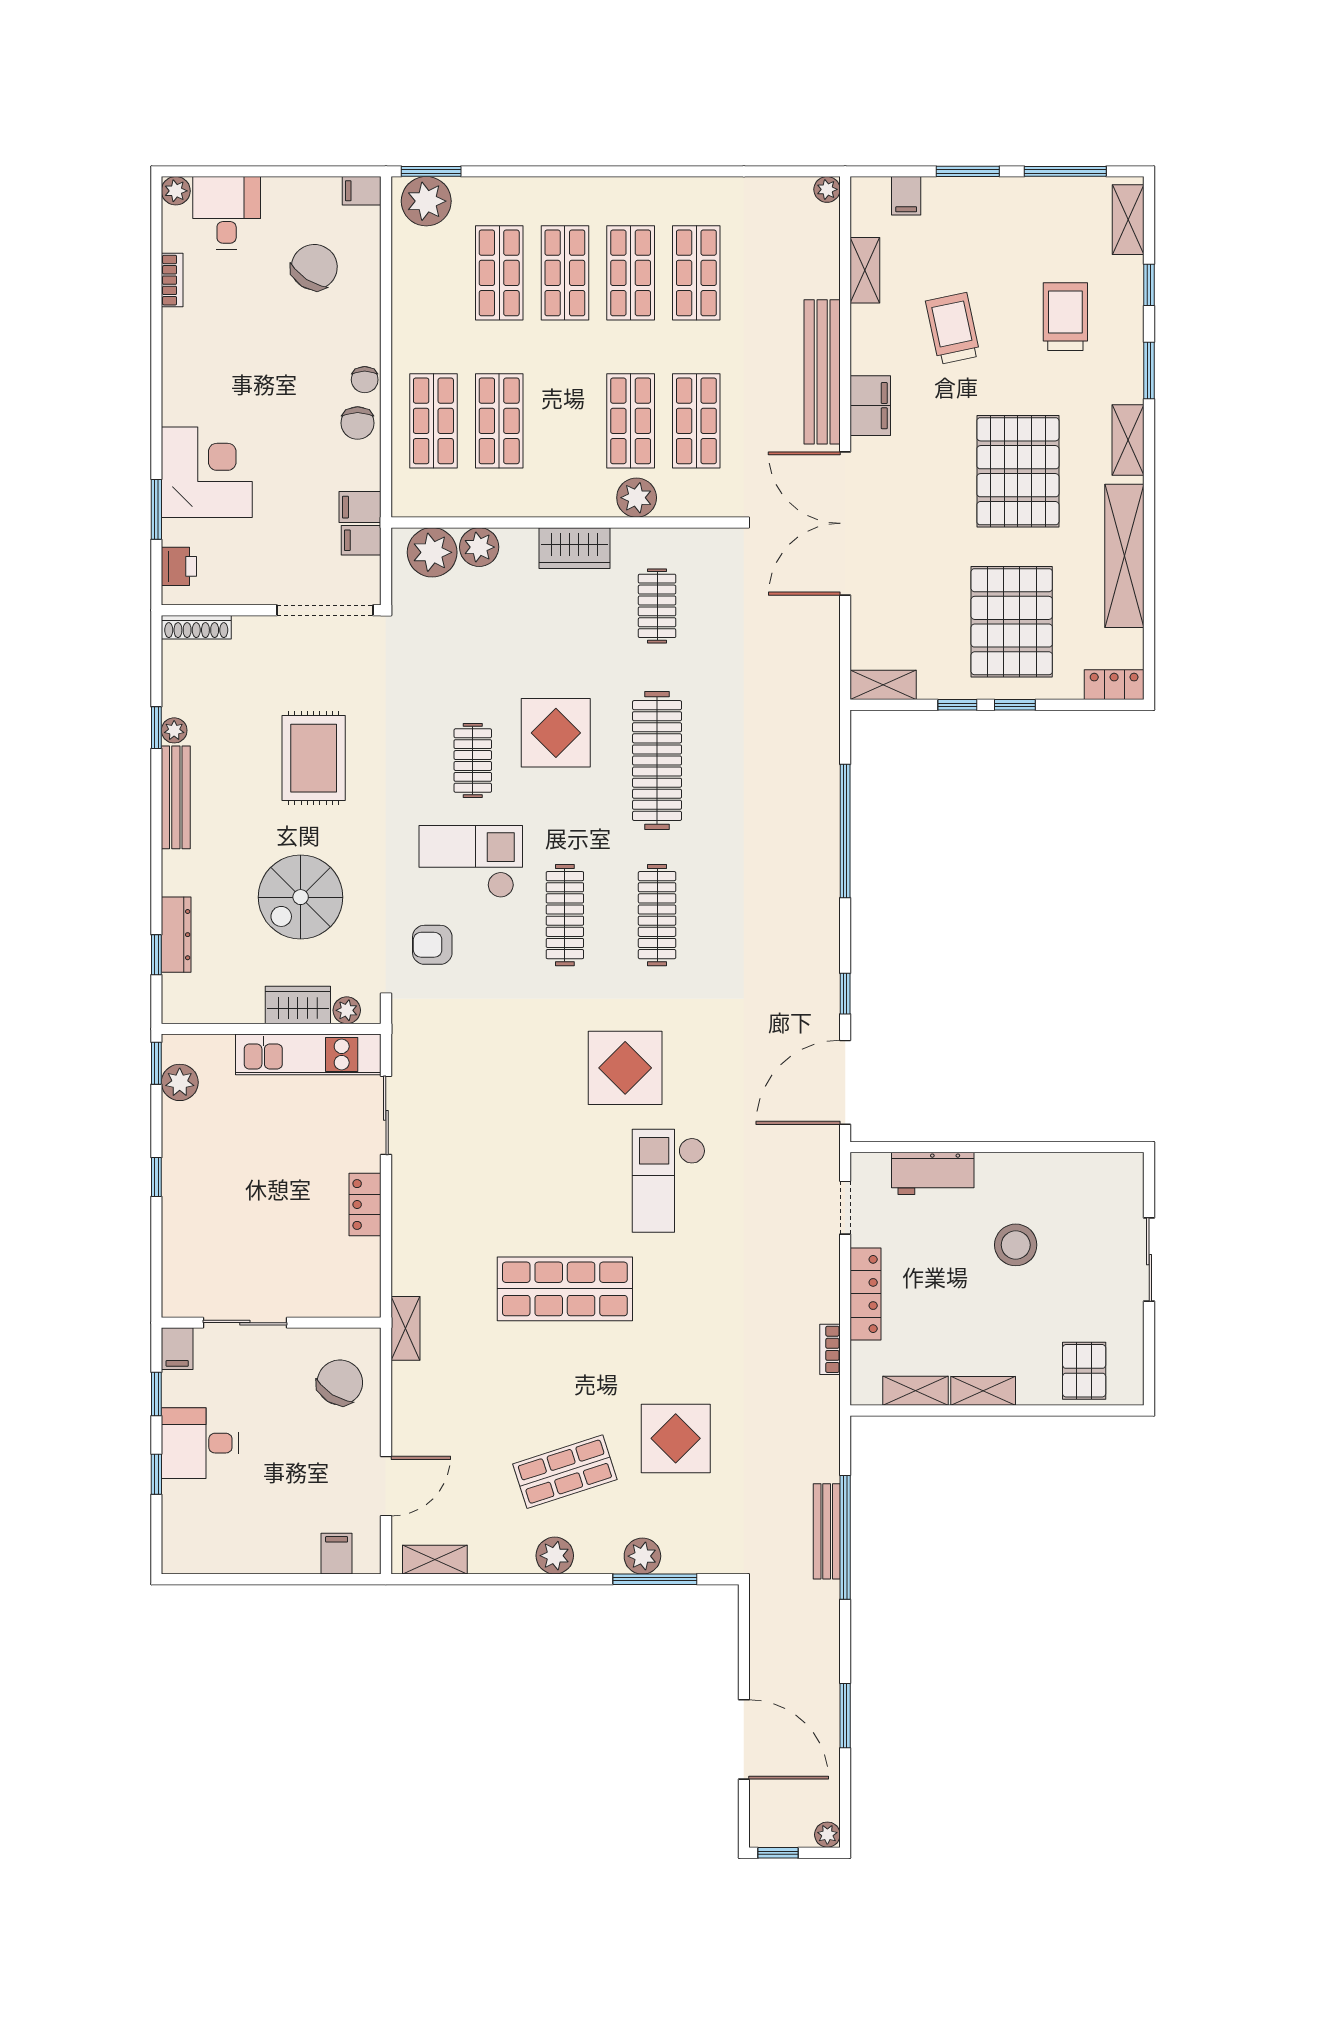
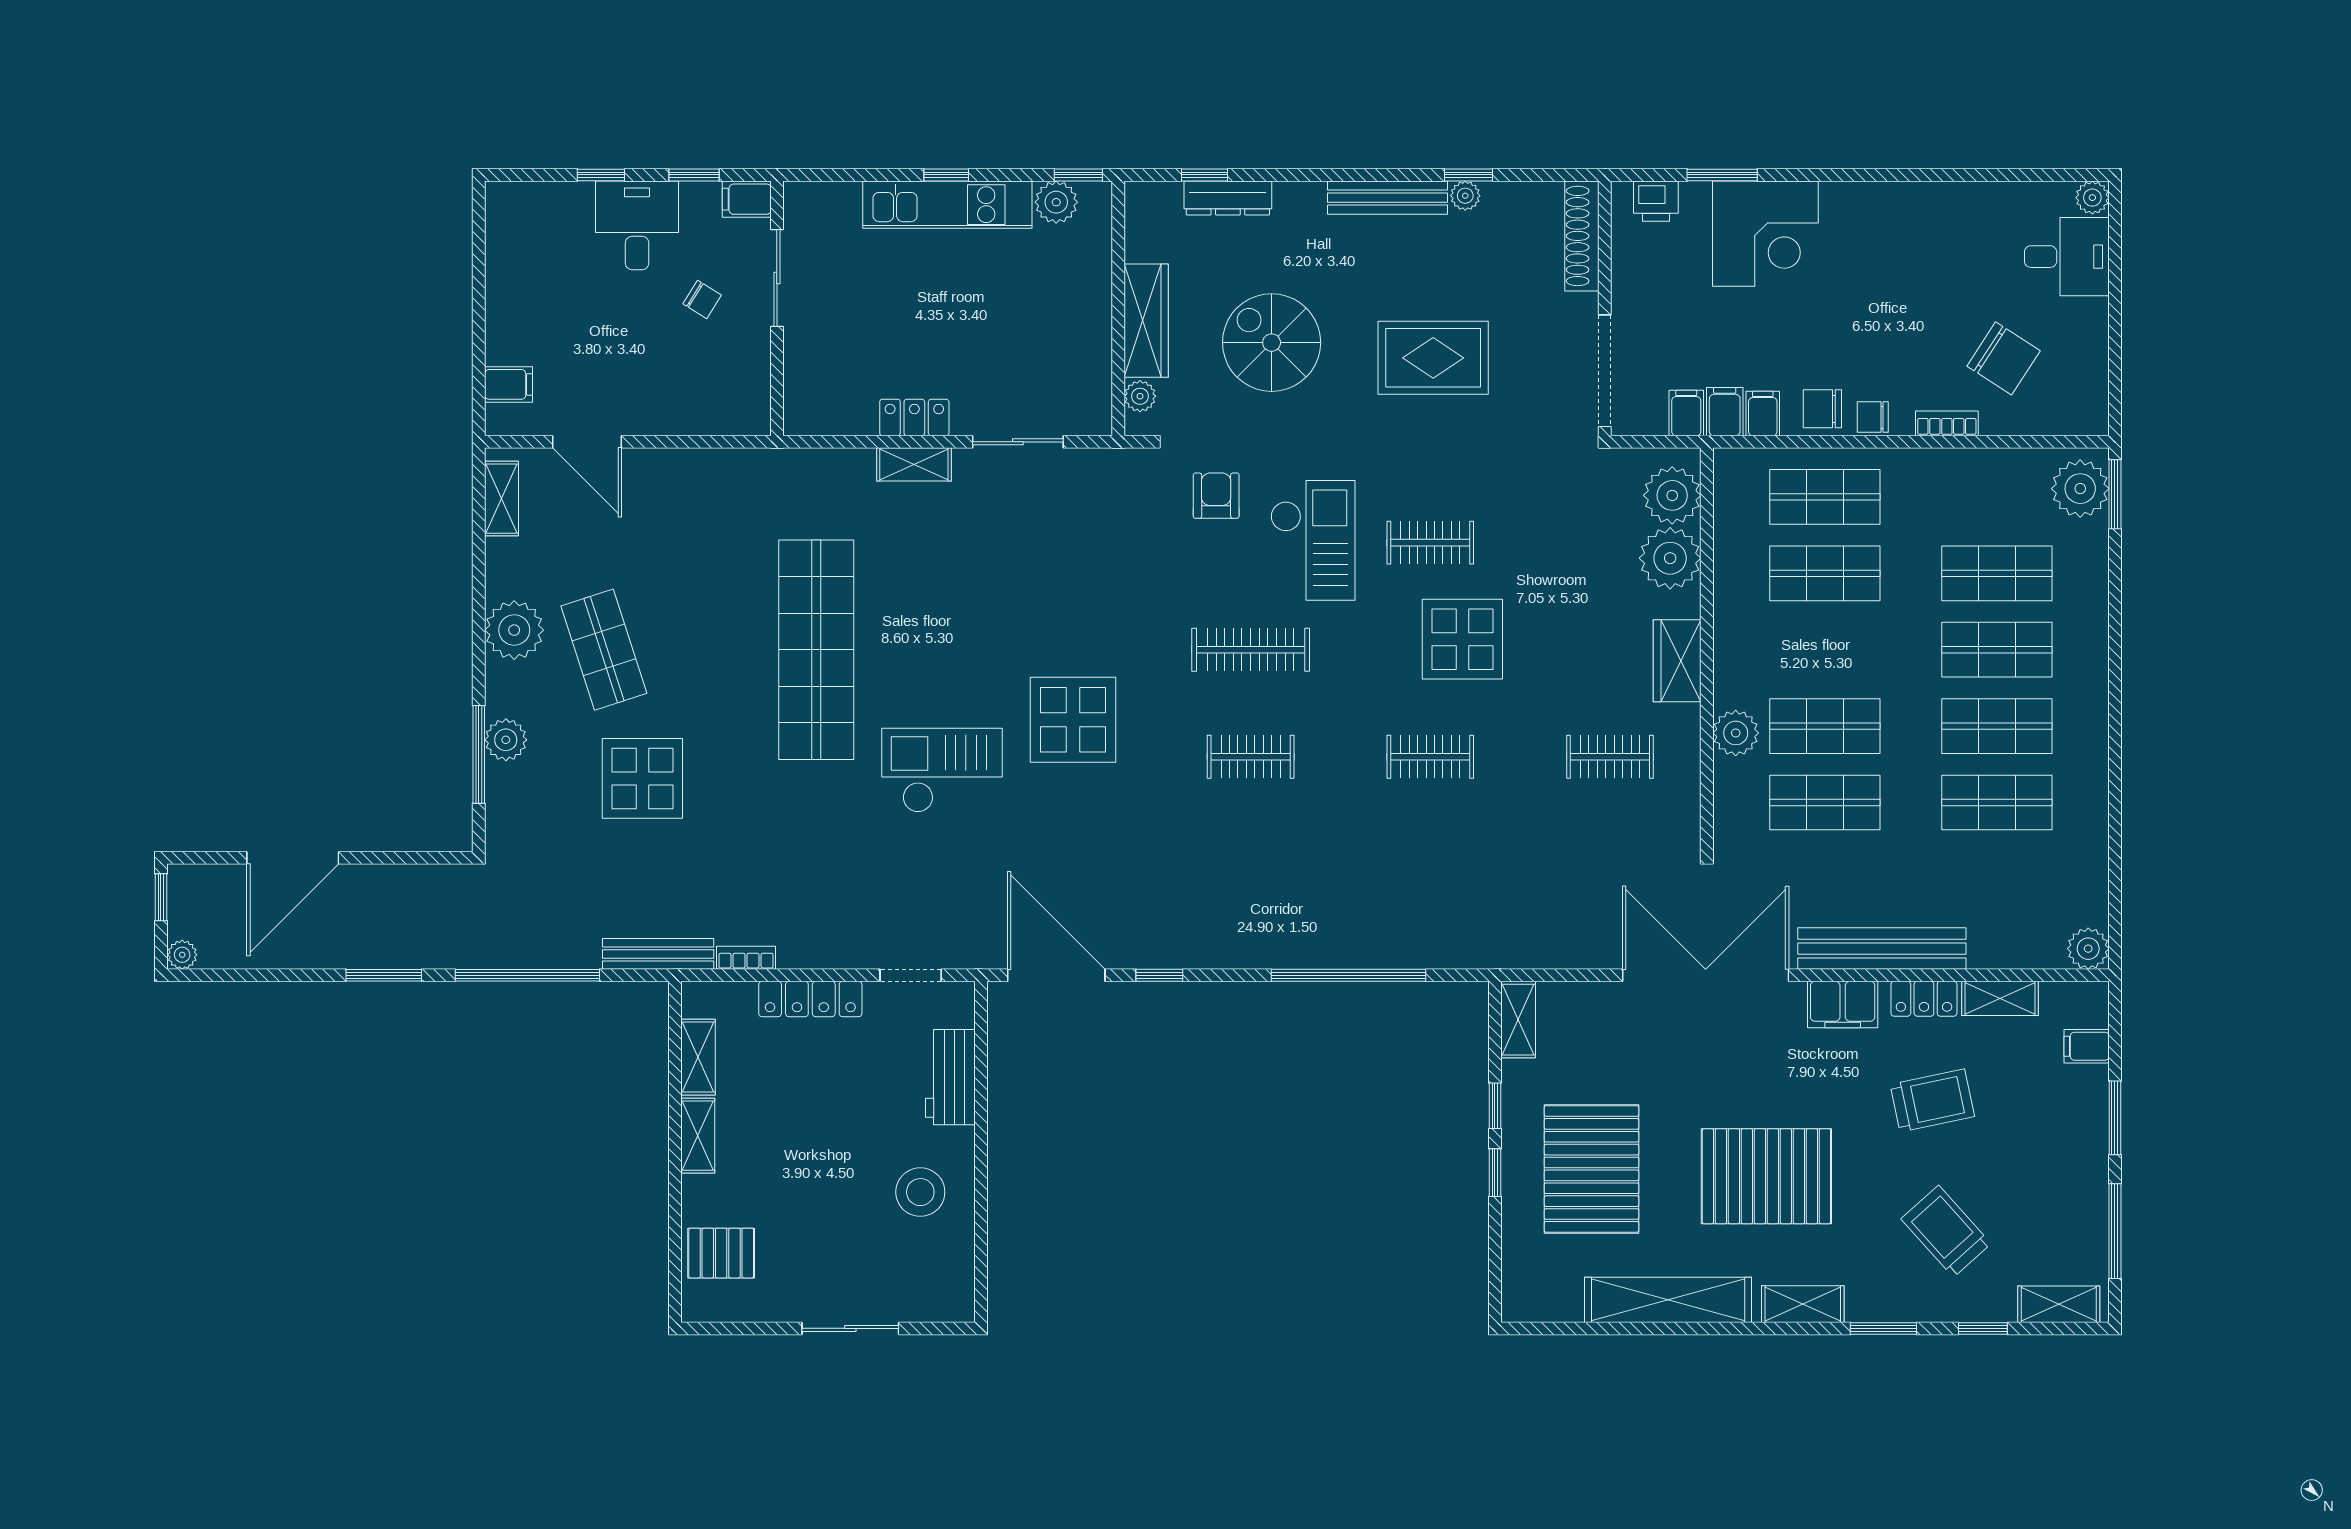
plant: (827, 189) -> (2088, 949), width x1.38, depth x1.38
filing cabinet: (362, 191) -> (1763, 414), moved
bookcase: (172, 280) -> (1947, 423), moved, turned 180
trolley: (1065, 317) -> (1946, 1231), turned -132
plant: (479, 547) -> (1670, 558), width x1.36, depth x1.36
pallet: (1012, 622) -> (1592, 1169), turned 90
shoe rack: (196, 627) -> (1582, 236), width x1.36, depth x1.24
locker: (1114, 685) -> (1924, 999), moved, turned 90
clothes rail: (657, 761) -> (1430, 757), width x0.54, depth x0.76
clothes rail: (657, 915) -> (1251, 757), width x0.73
wardrobe: (298, 1005) -> (1146, 321), width x1.50
kitchen unit: (308, 1054) -> (947, 205), moved, turned -90
stool: (1016, 1245) -> (920, 1192), moved
shop shelf: (565, 1289) -> (816, 650), width x1.40
shelving: (405, 1328) -> (914, 464), moved
chair: (340, 1382) -> (702, 299), moved, width x0.54, depth x0.54
bench: (827, 1531) -> (658, 954), moved
plant: (555, 1556) -> (514, 630), width x1.36, depth x1.36
window: (845, 1716) -> (384, 975), moved

